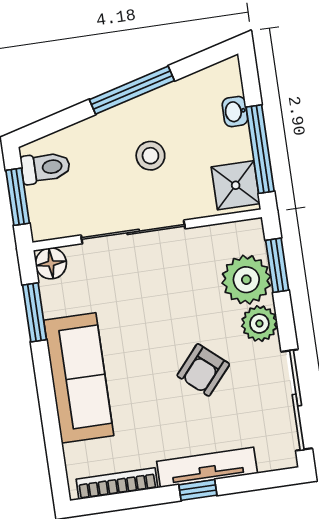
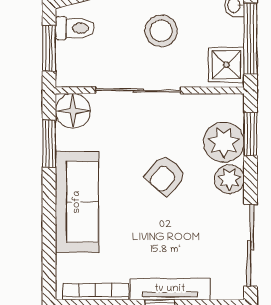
stool: (150, 156) -> (161, 31), width x1.38, depth x1.38
floor lamp: (51, 263) -> (73, 111), width x1.38, depth x1.38
armchair: (203, 370) -> (165, 175), moved

